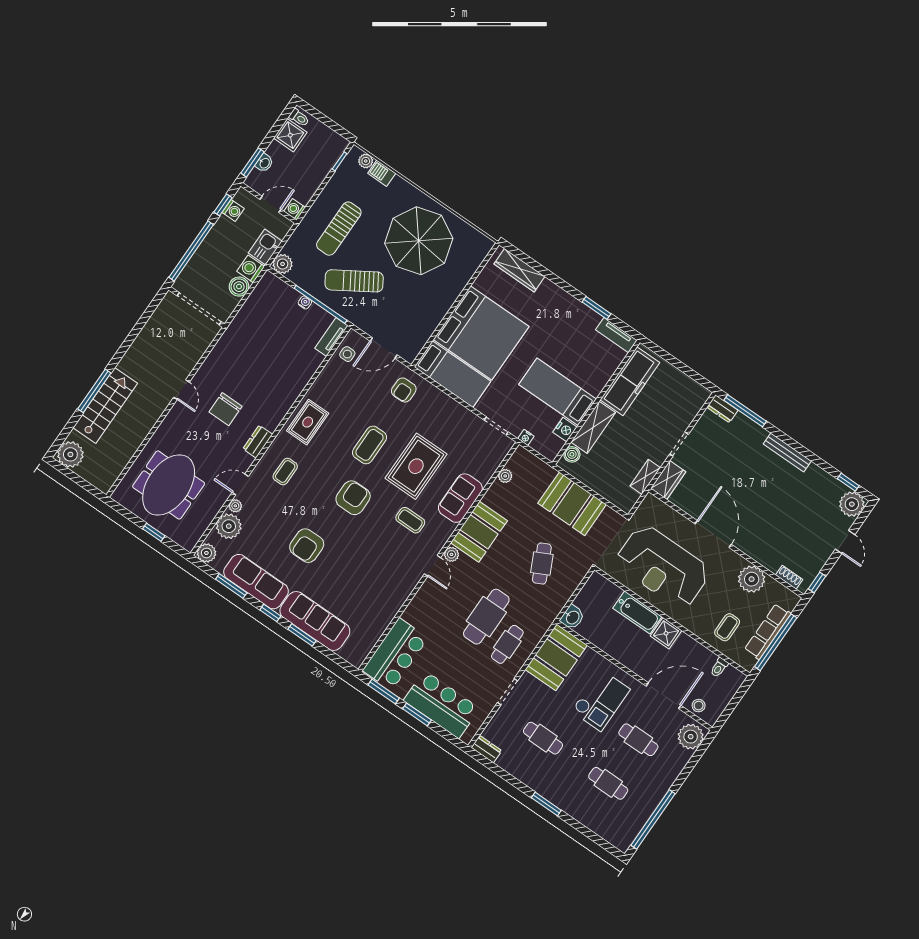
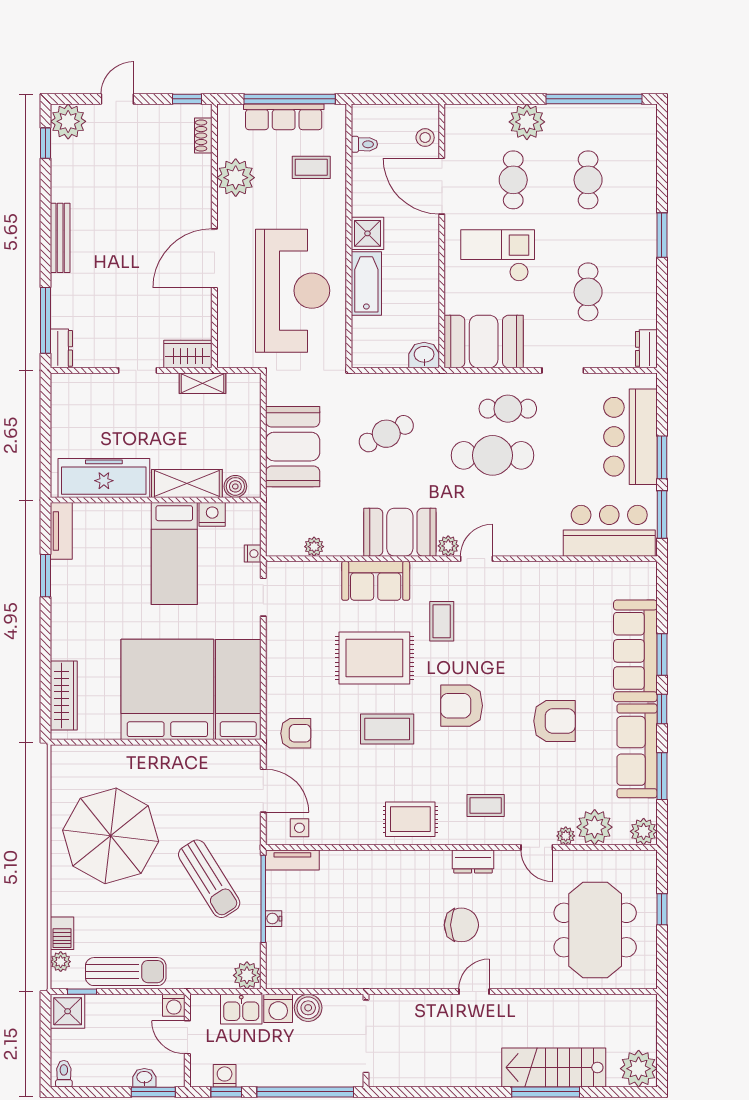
shower: (290, 135) -> (68, 1011), moved
sun lounger: (339, 229) -> (126, 972), moved
meeting table: (169, 485) -> (595, 930), turned 90
plant: (691, 737) -> (527, 122), moved

